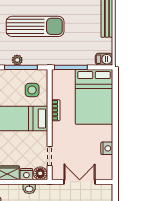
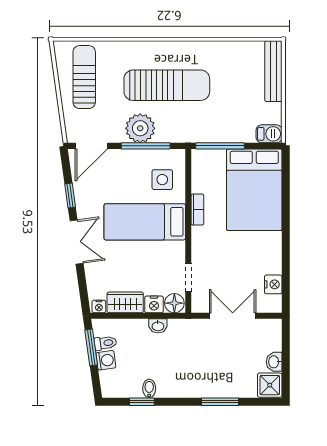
plant: (17, 60) -> (140, 128), width x1.88, depth x1.88
nightstand: (107, 148) -> (273, 284), moved

